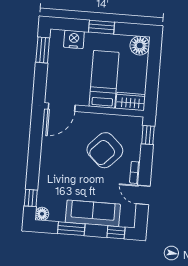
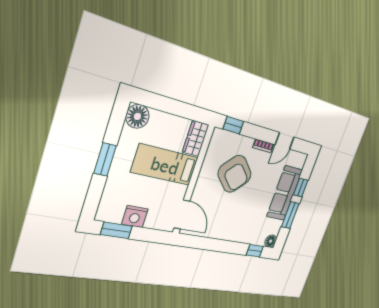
nightstand: (74, 39) -> (135, 217), moved, turned -90
window: (116, 232) -> (301, 188), moved

